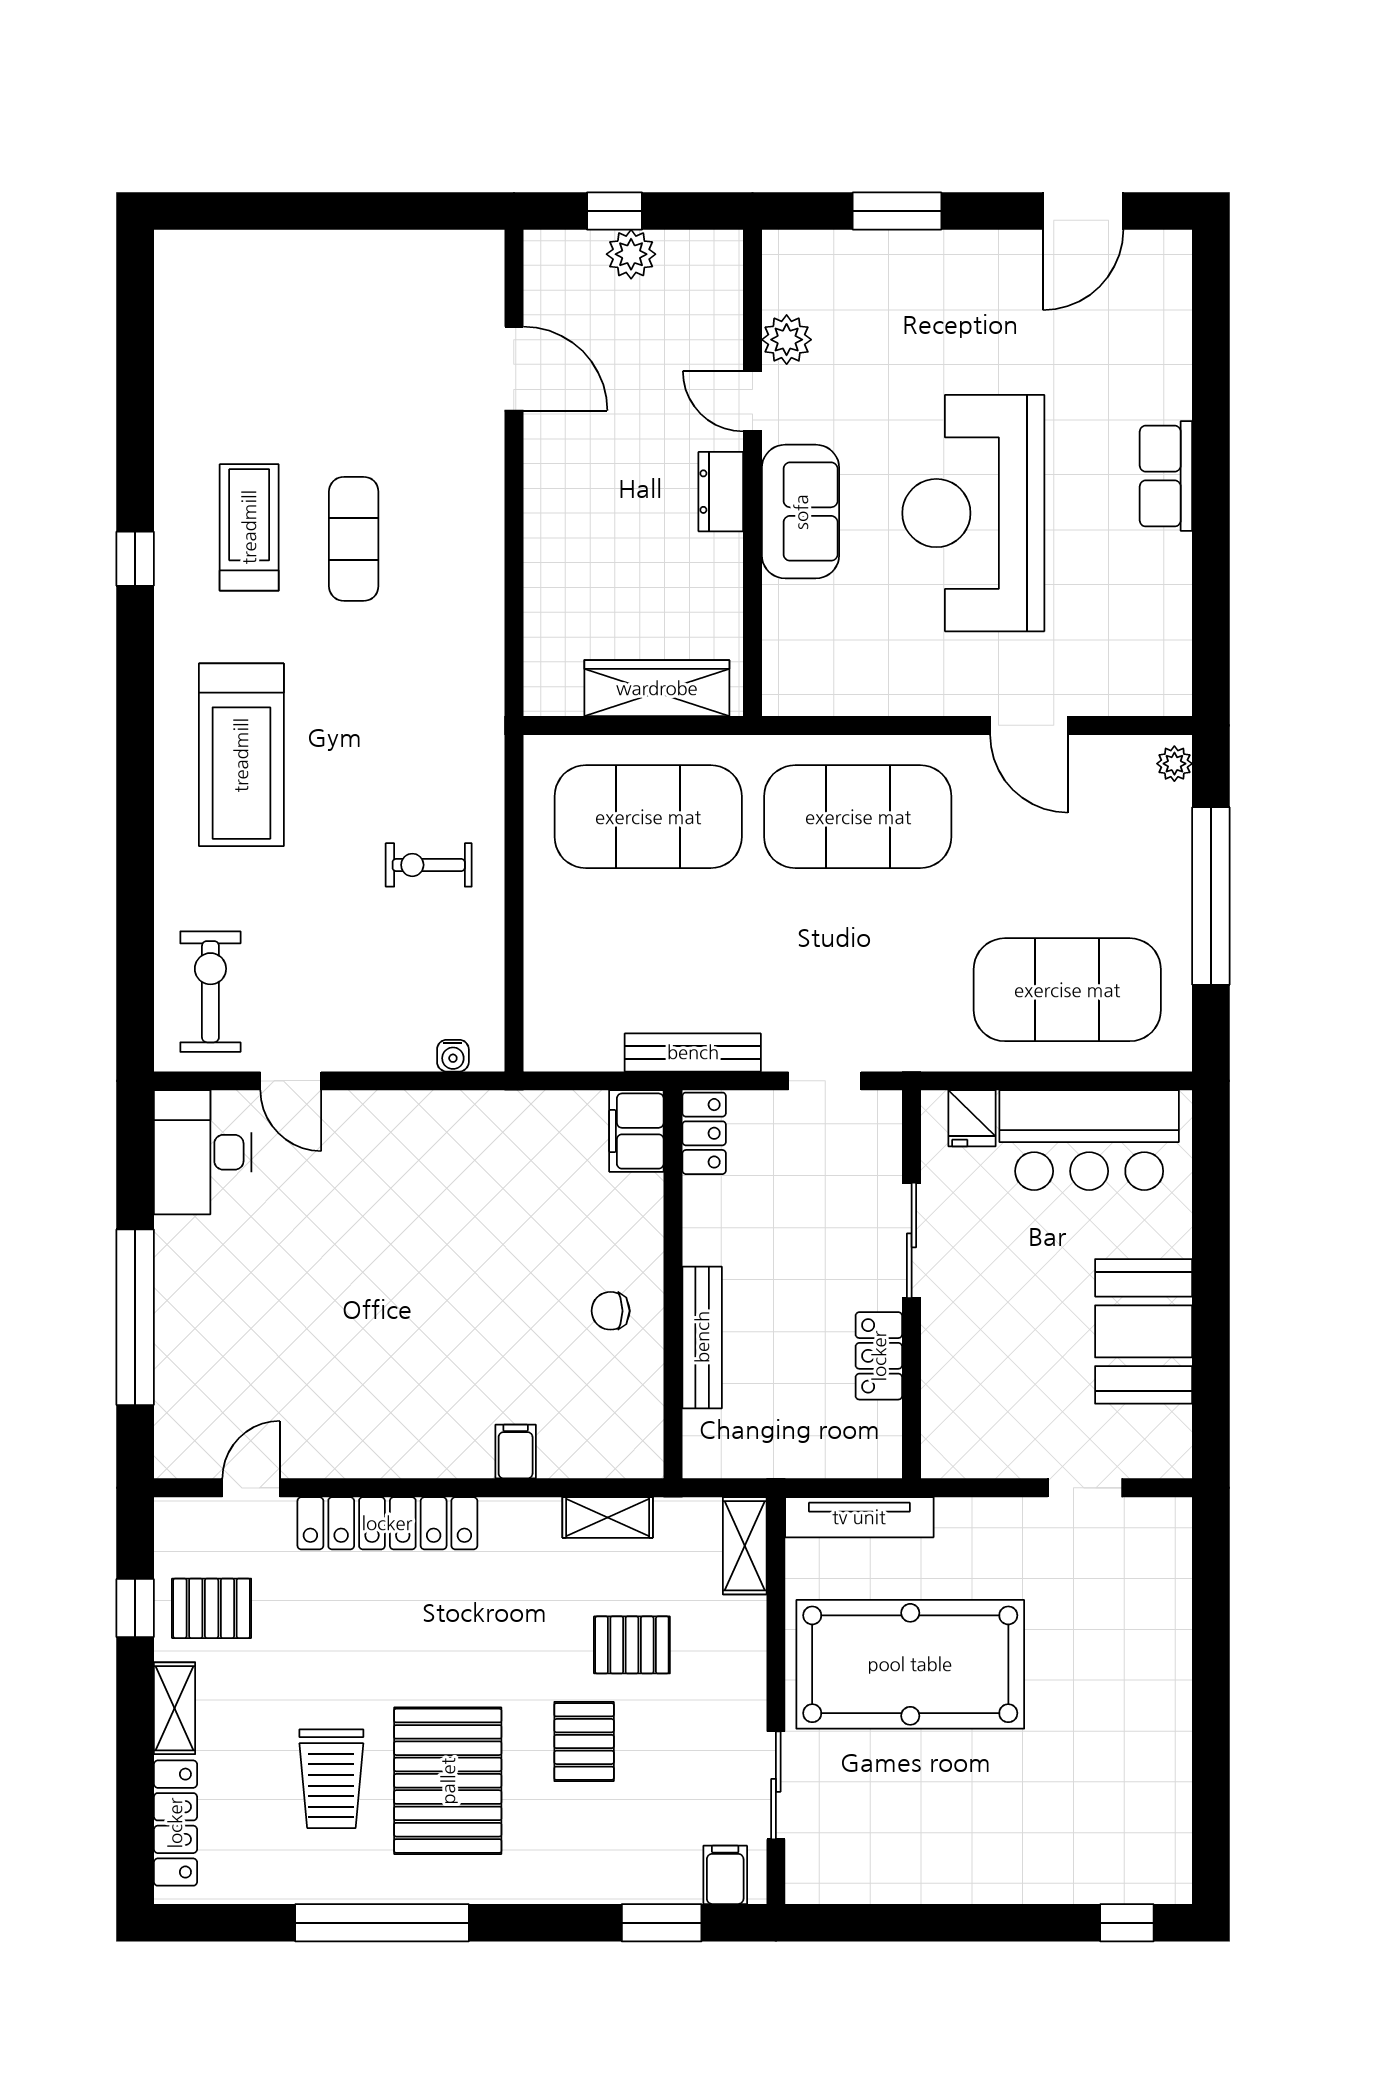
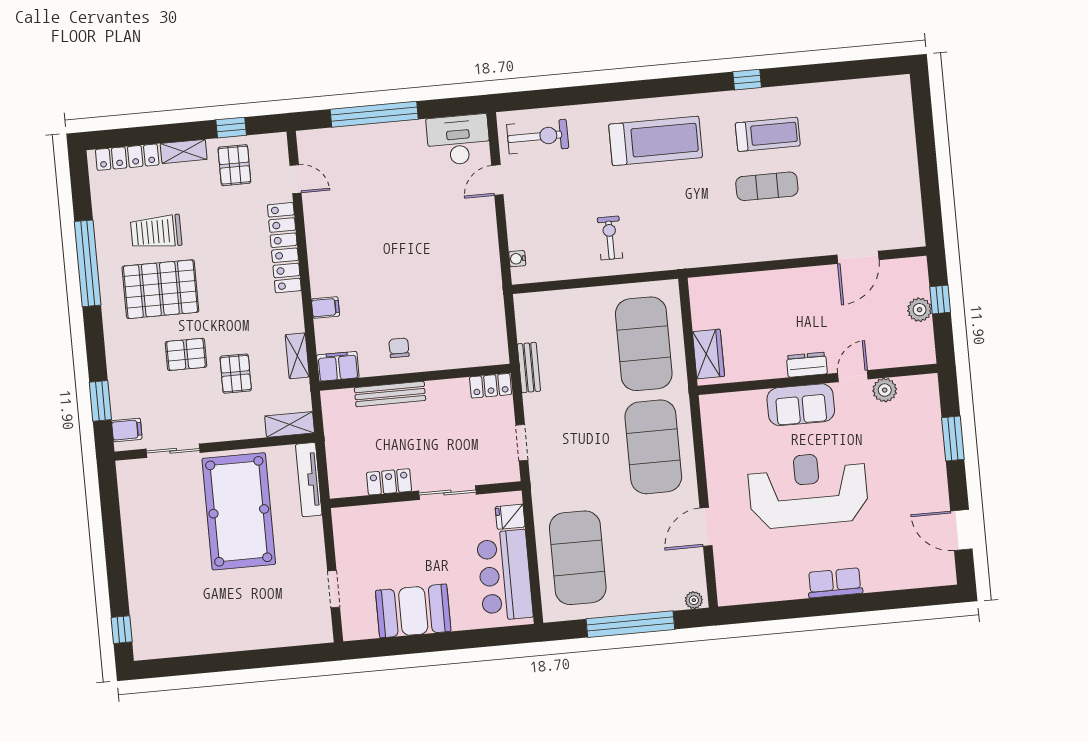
wardrobe: (657, 688) -> (708, 354), width x0.67
treadmill: (241, 755) -> (656, 141), turned 180
bench: (693, 1052) -> (529, 367), width x0.73
filing cabinet: (636, 1131) -> (338, 366), moved

